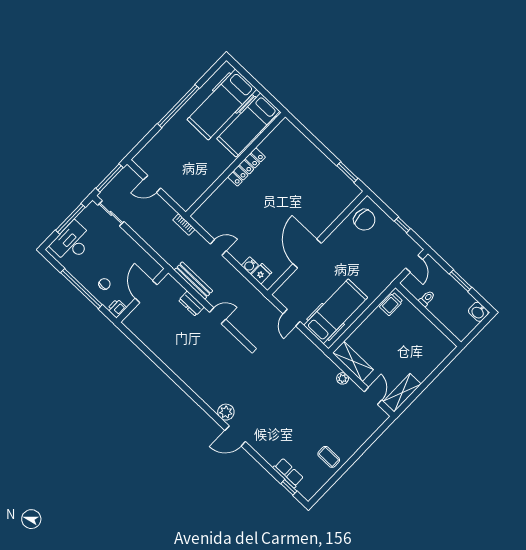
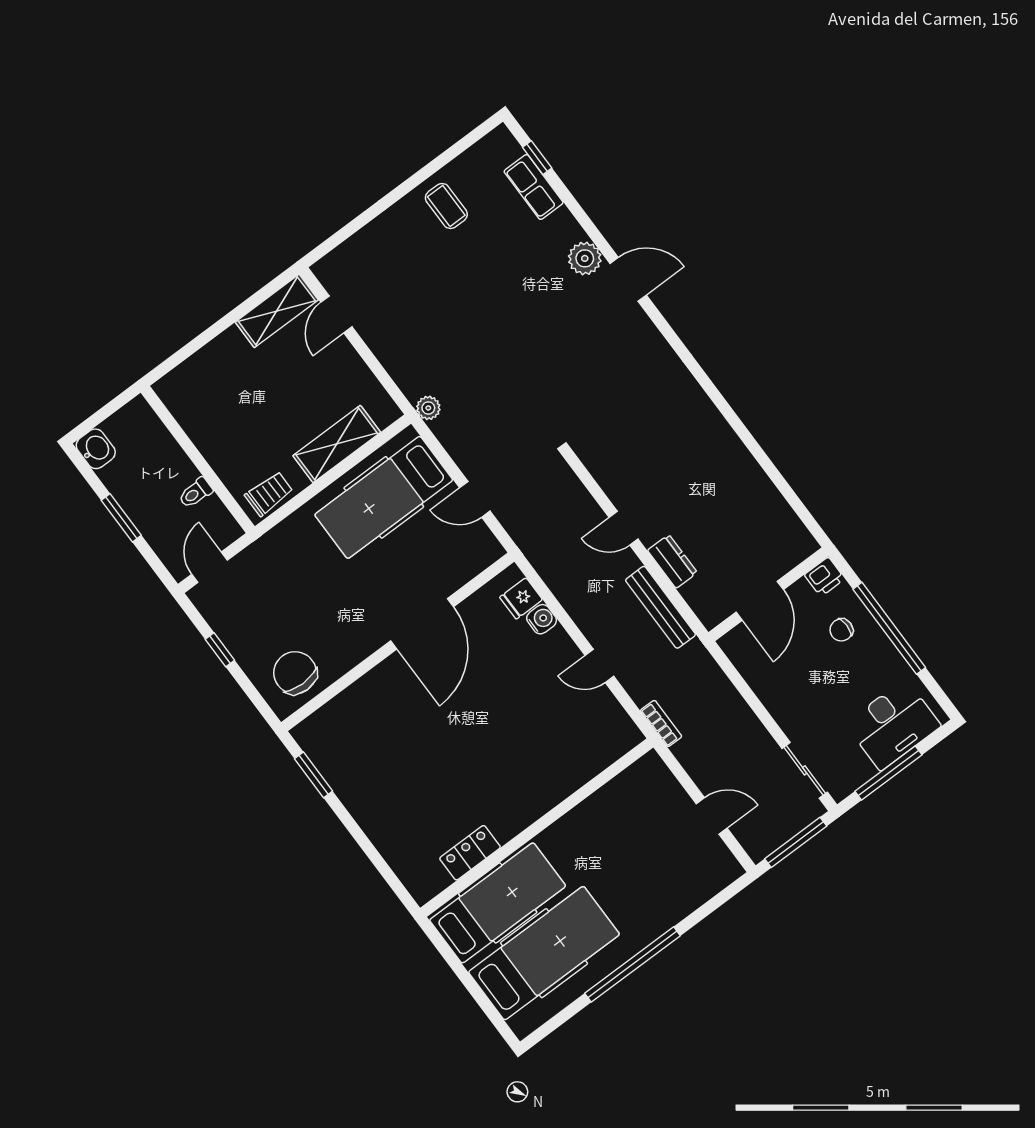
locker: (246, 167) -> (470, 853), moved, width x0.66
door: (292, 318) -> (475, 499), swing flipped
shelving: (353, 361) -> (337, 444), moved, turned 90
plant: (343, 378) -> (428, 408), moved
plant: (226, 412) -> (585, 258), moved

